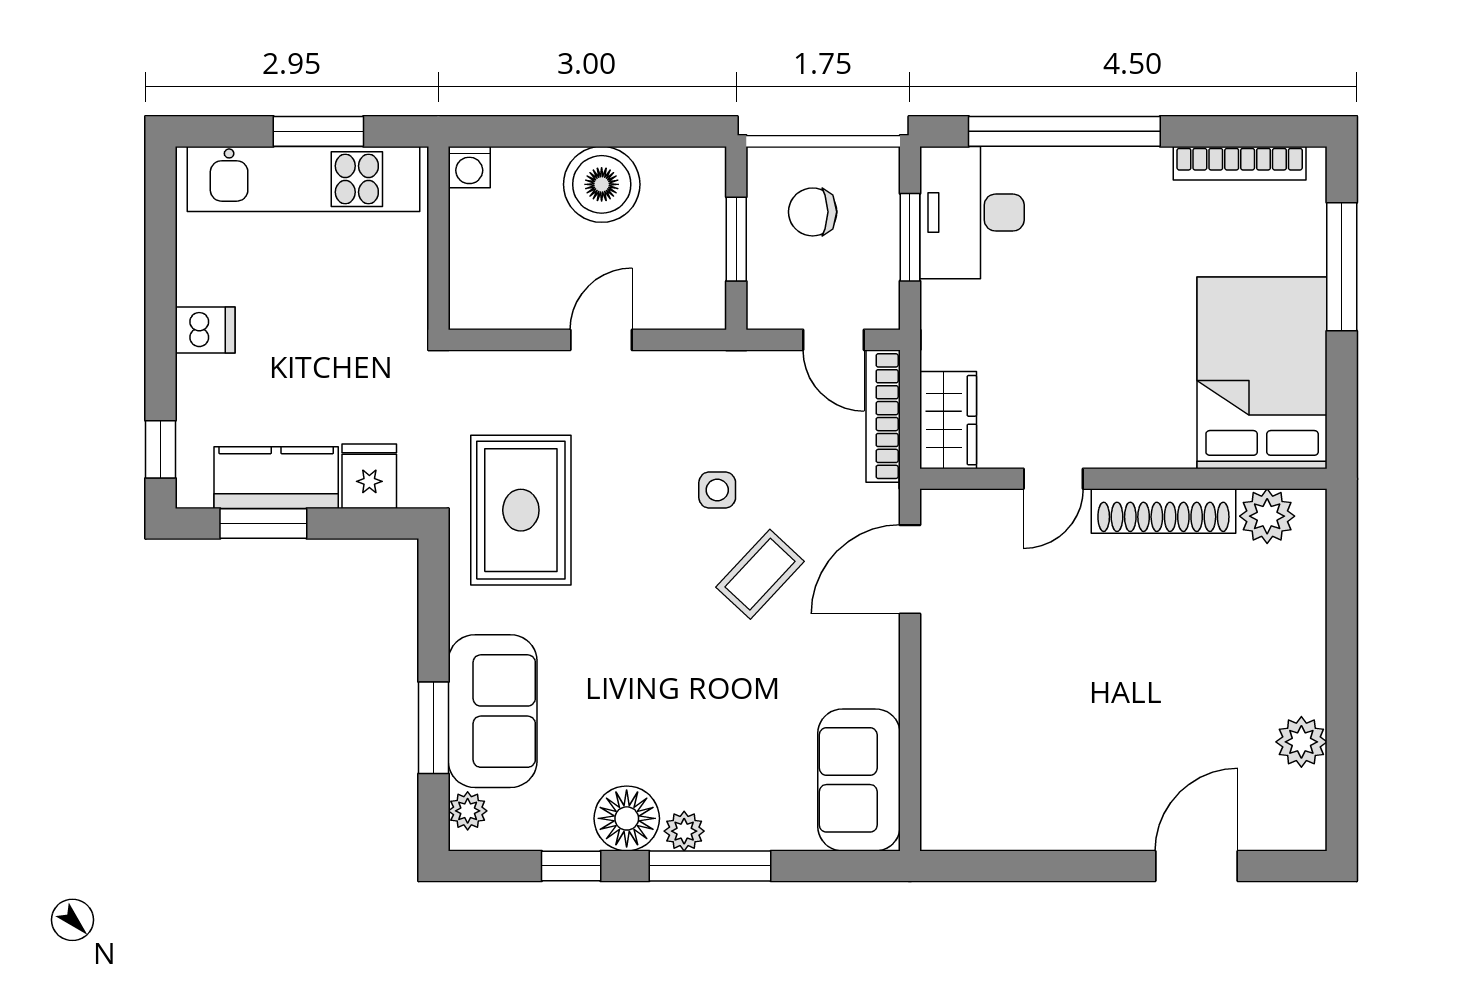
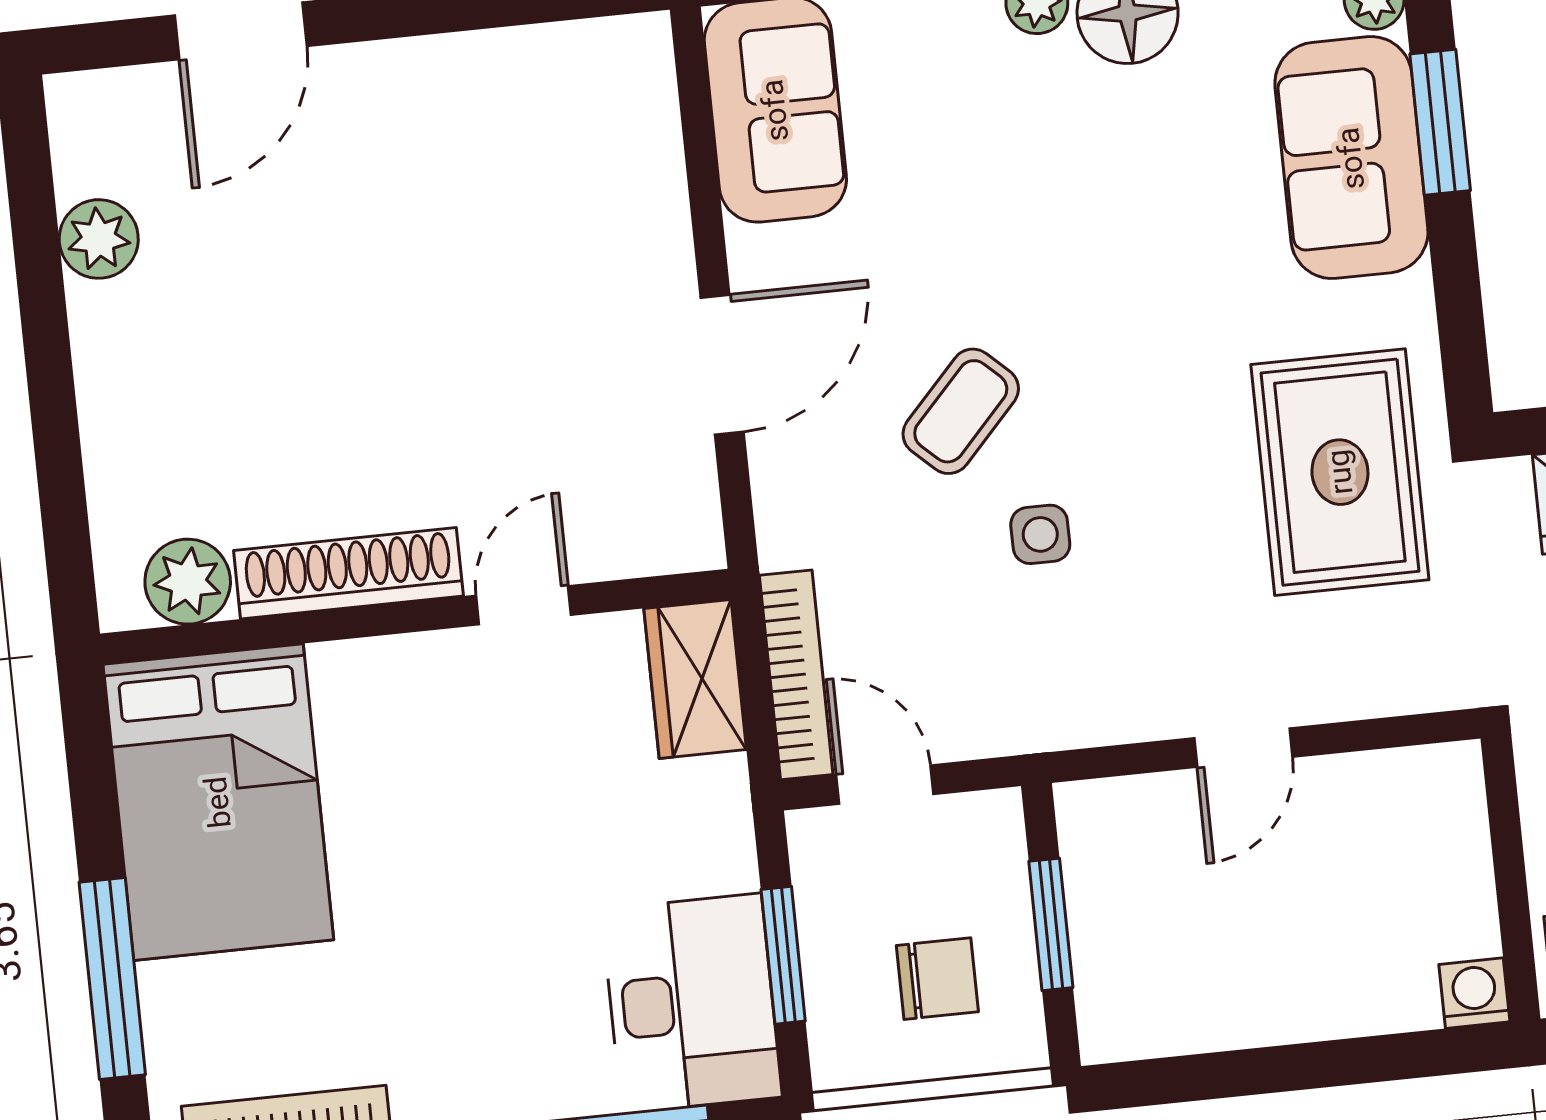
boiler: (602, 184) -> (1267, 988), removed
door: (910, 569) -> (722, 365), moved

